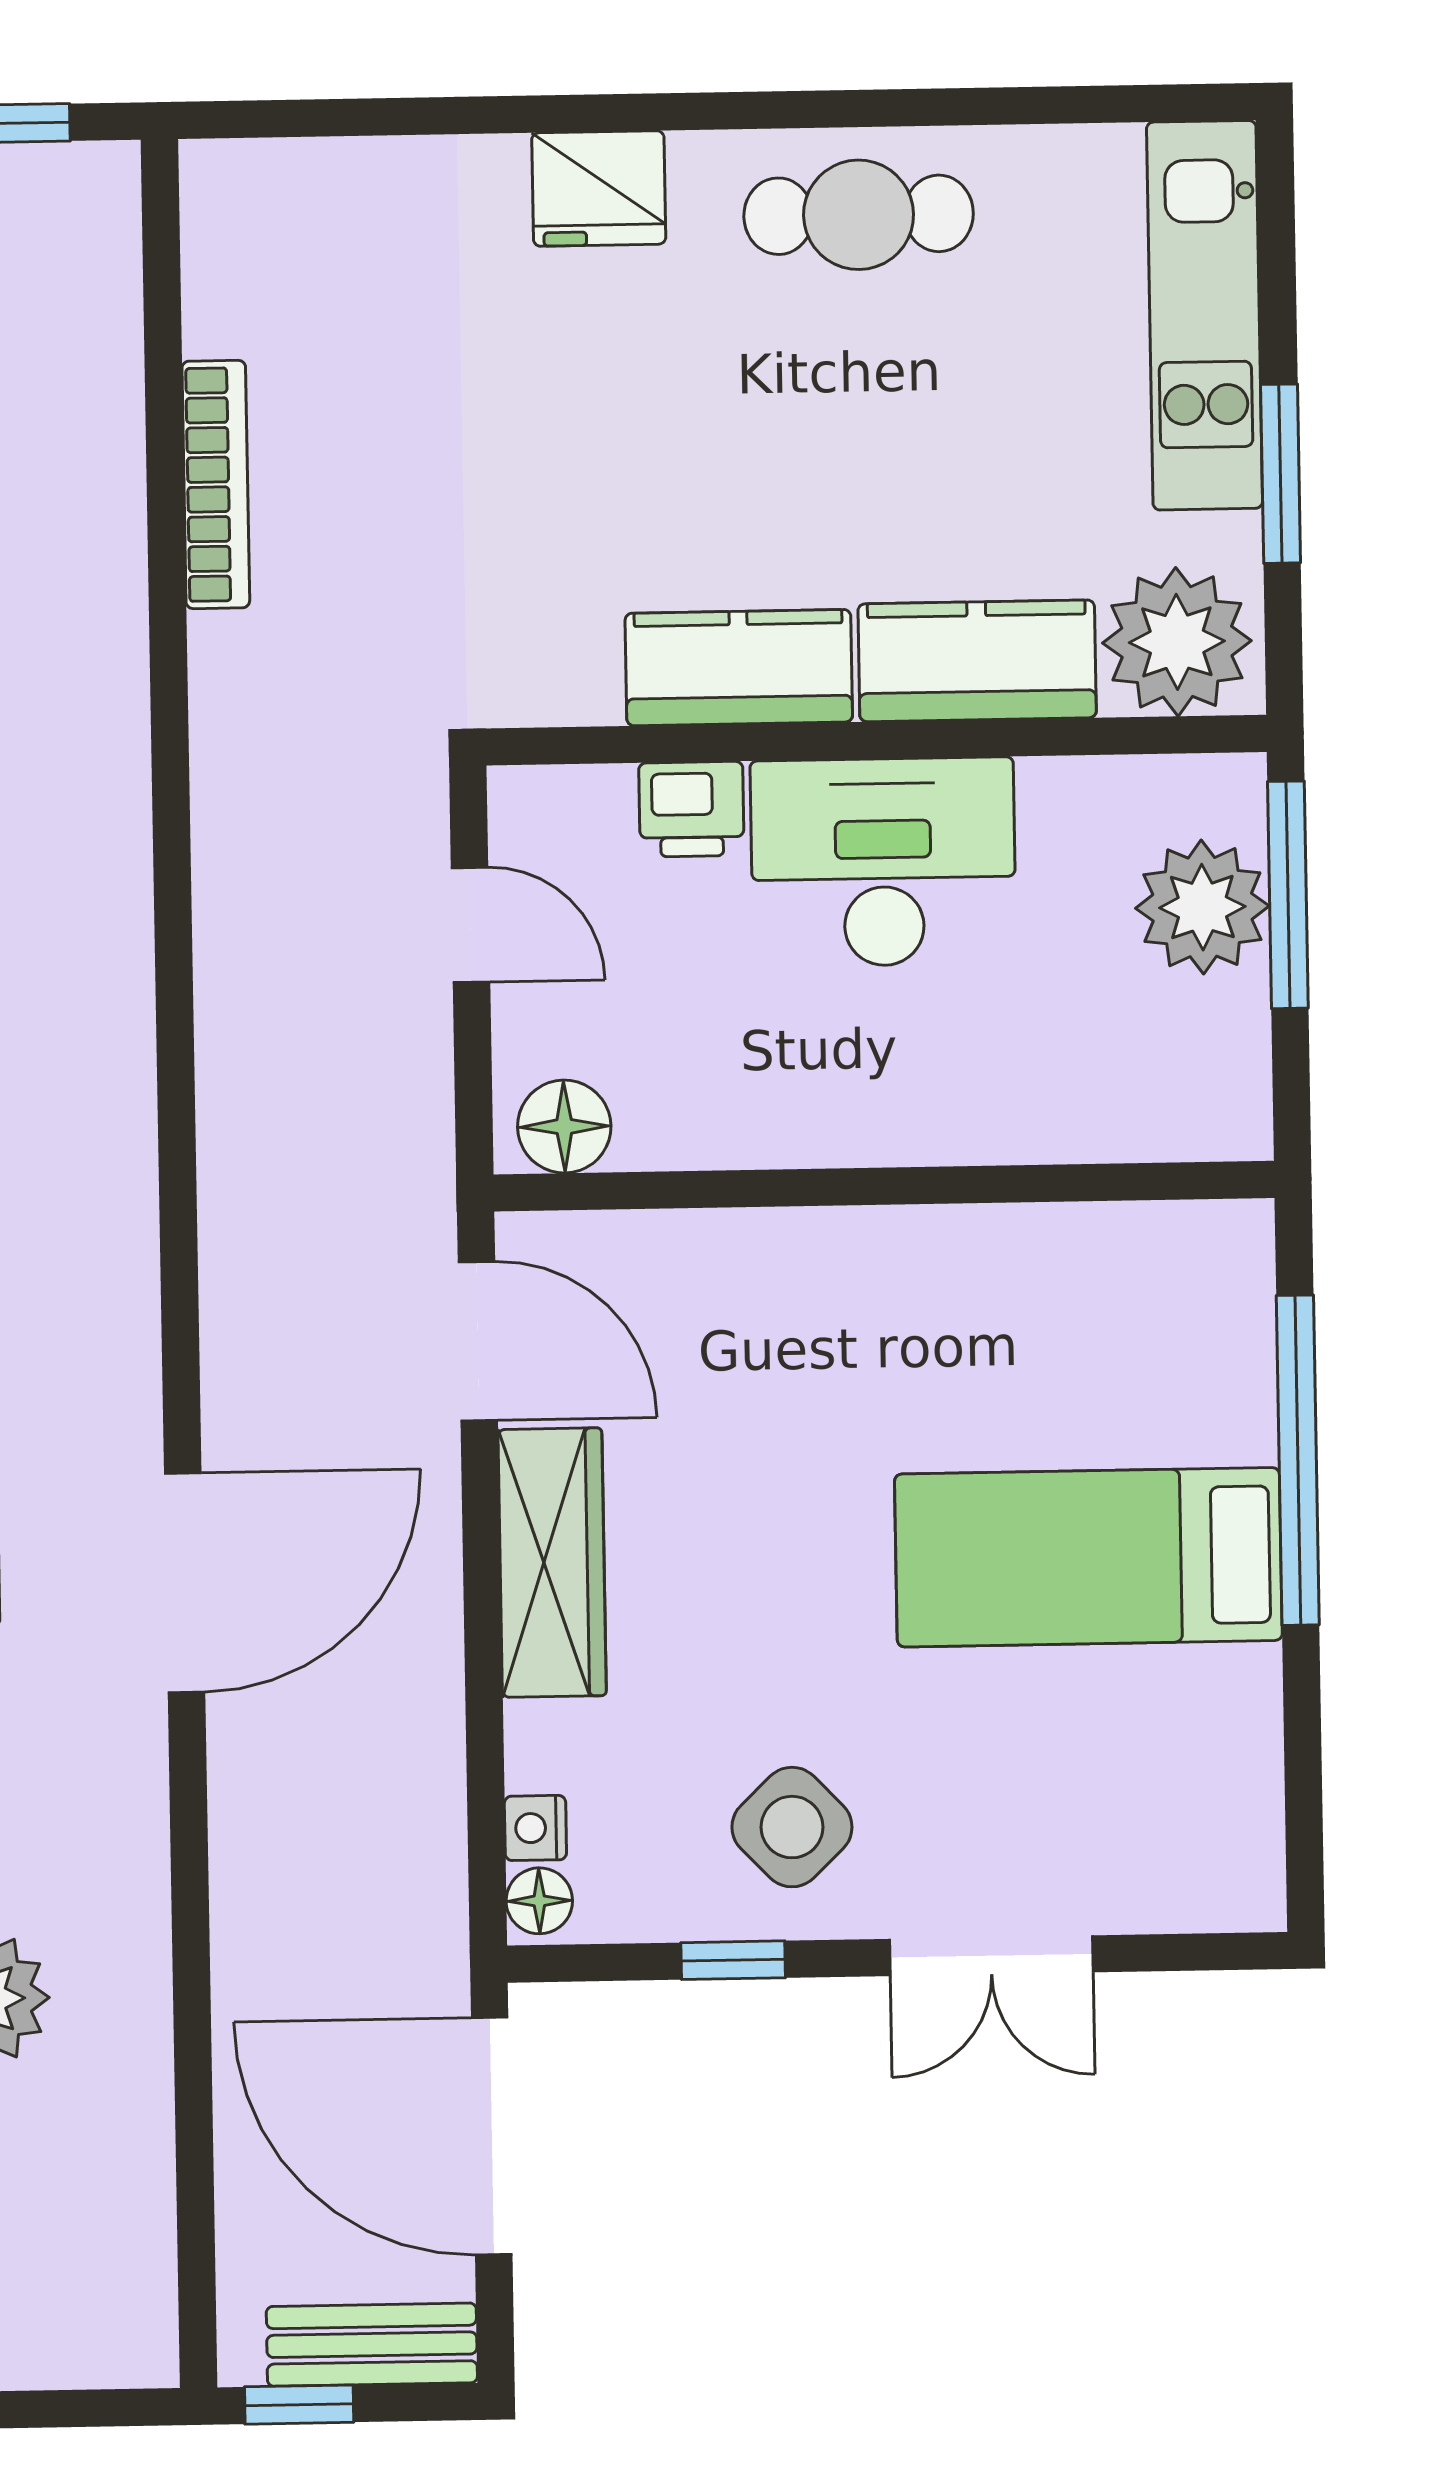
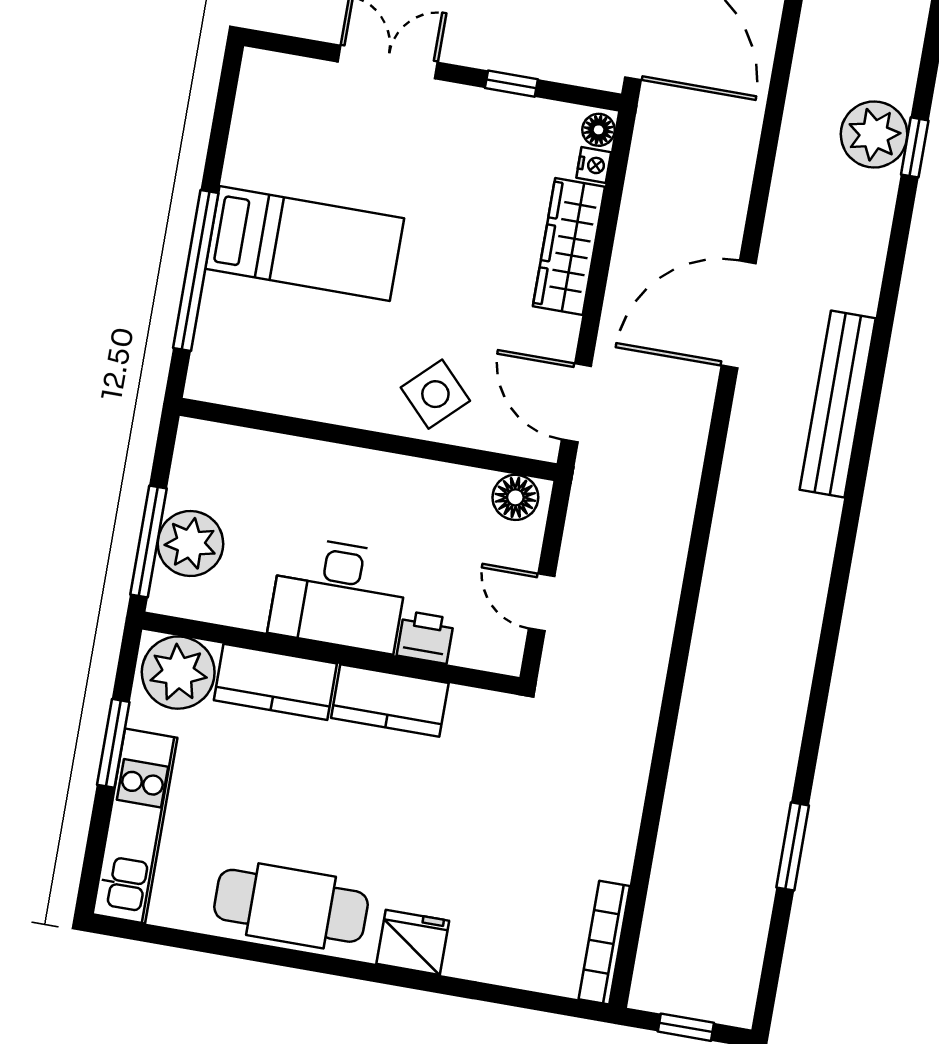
cafe table: (859, 215) -> (291, 906), width x1.37, depth x1.35
bookcase: (216, 484) -> (604, 943), moved
wardrobe: (552, 1563) -> (569, 247), moved
side table: (792, 1827) -> (435, 394), moved

